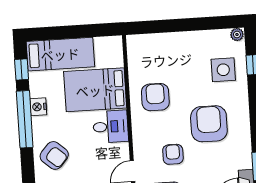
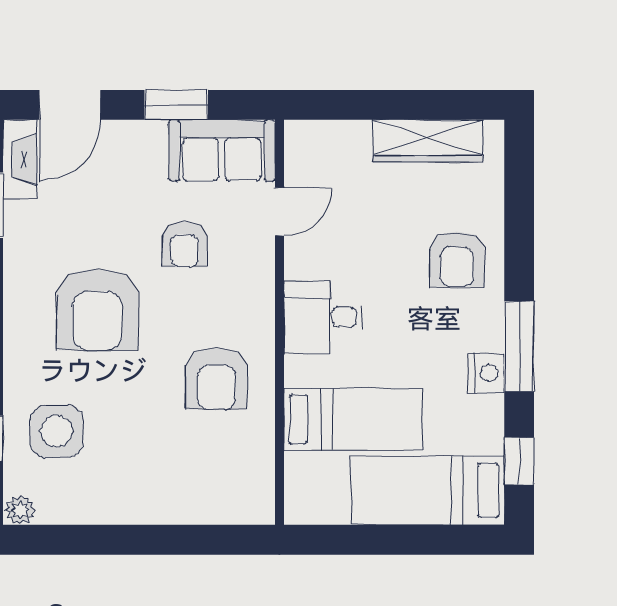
bed: (95, 90) -> (353, 419), width x0.67
window: (25, 119) -> (519, 346), width x0.68
armchair: (54, 155) -> (457, 259), turned -131

